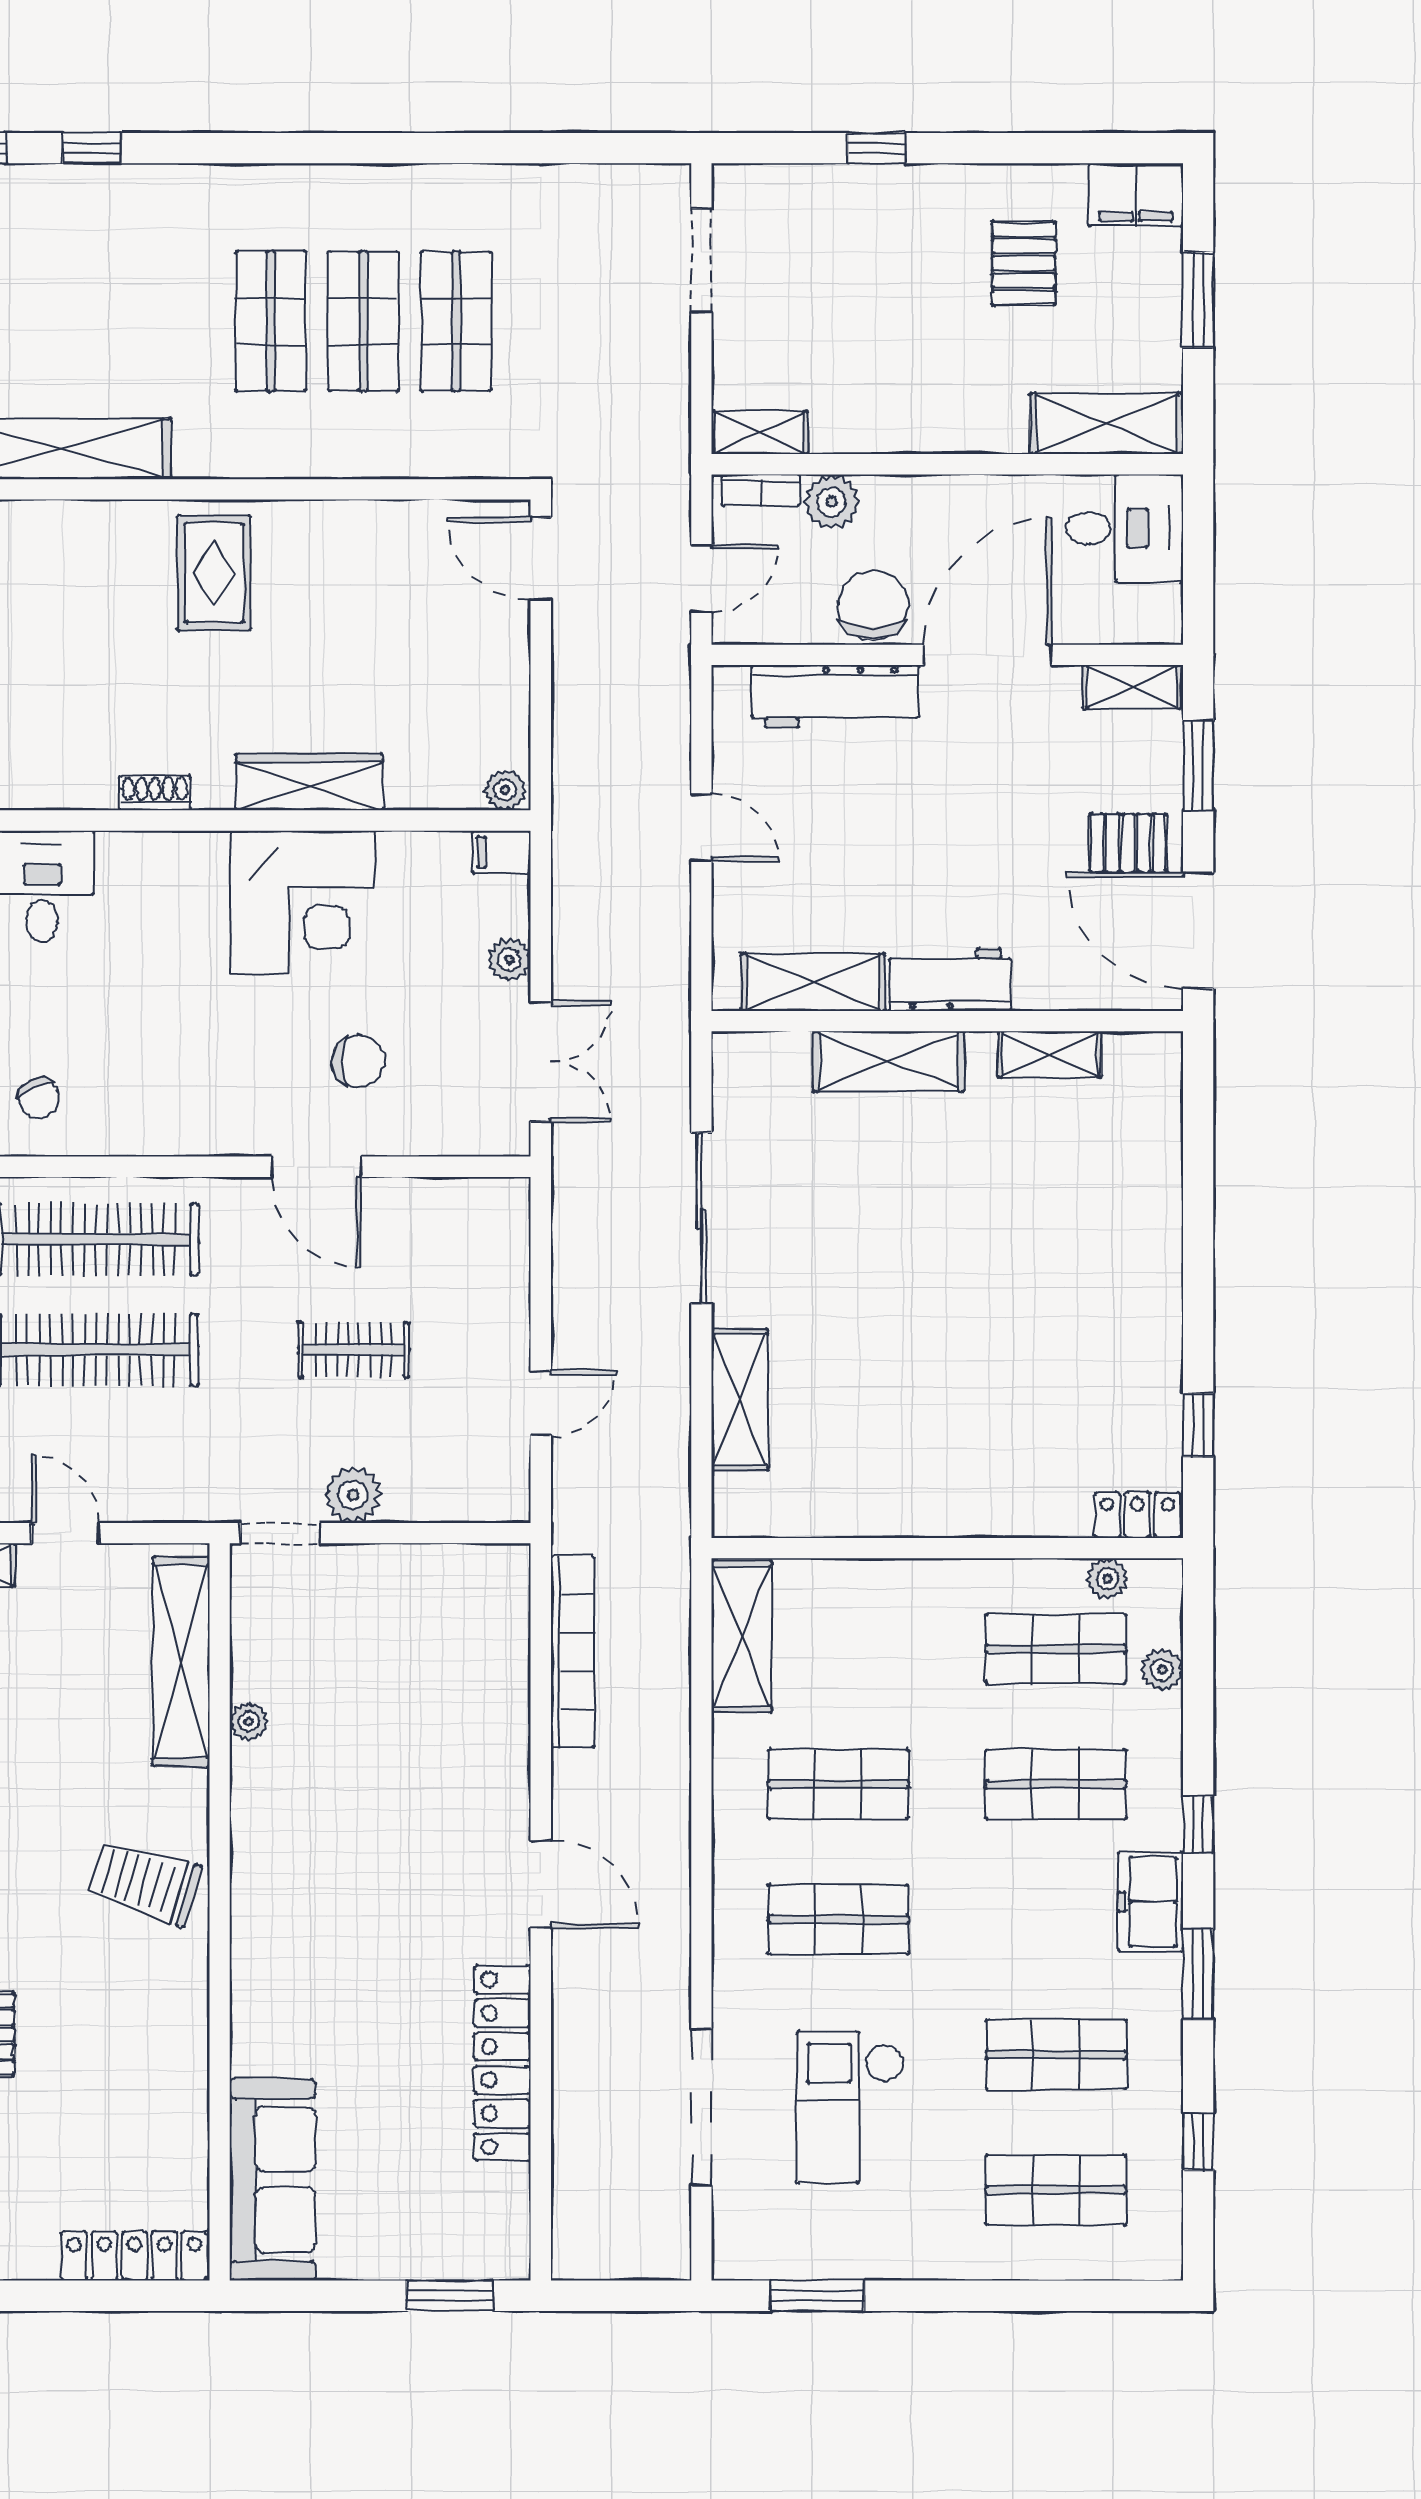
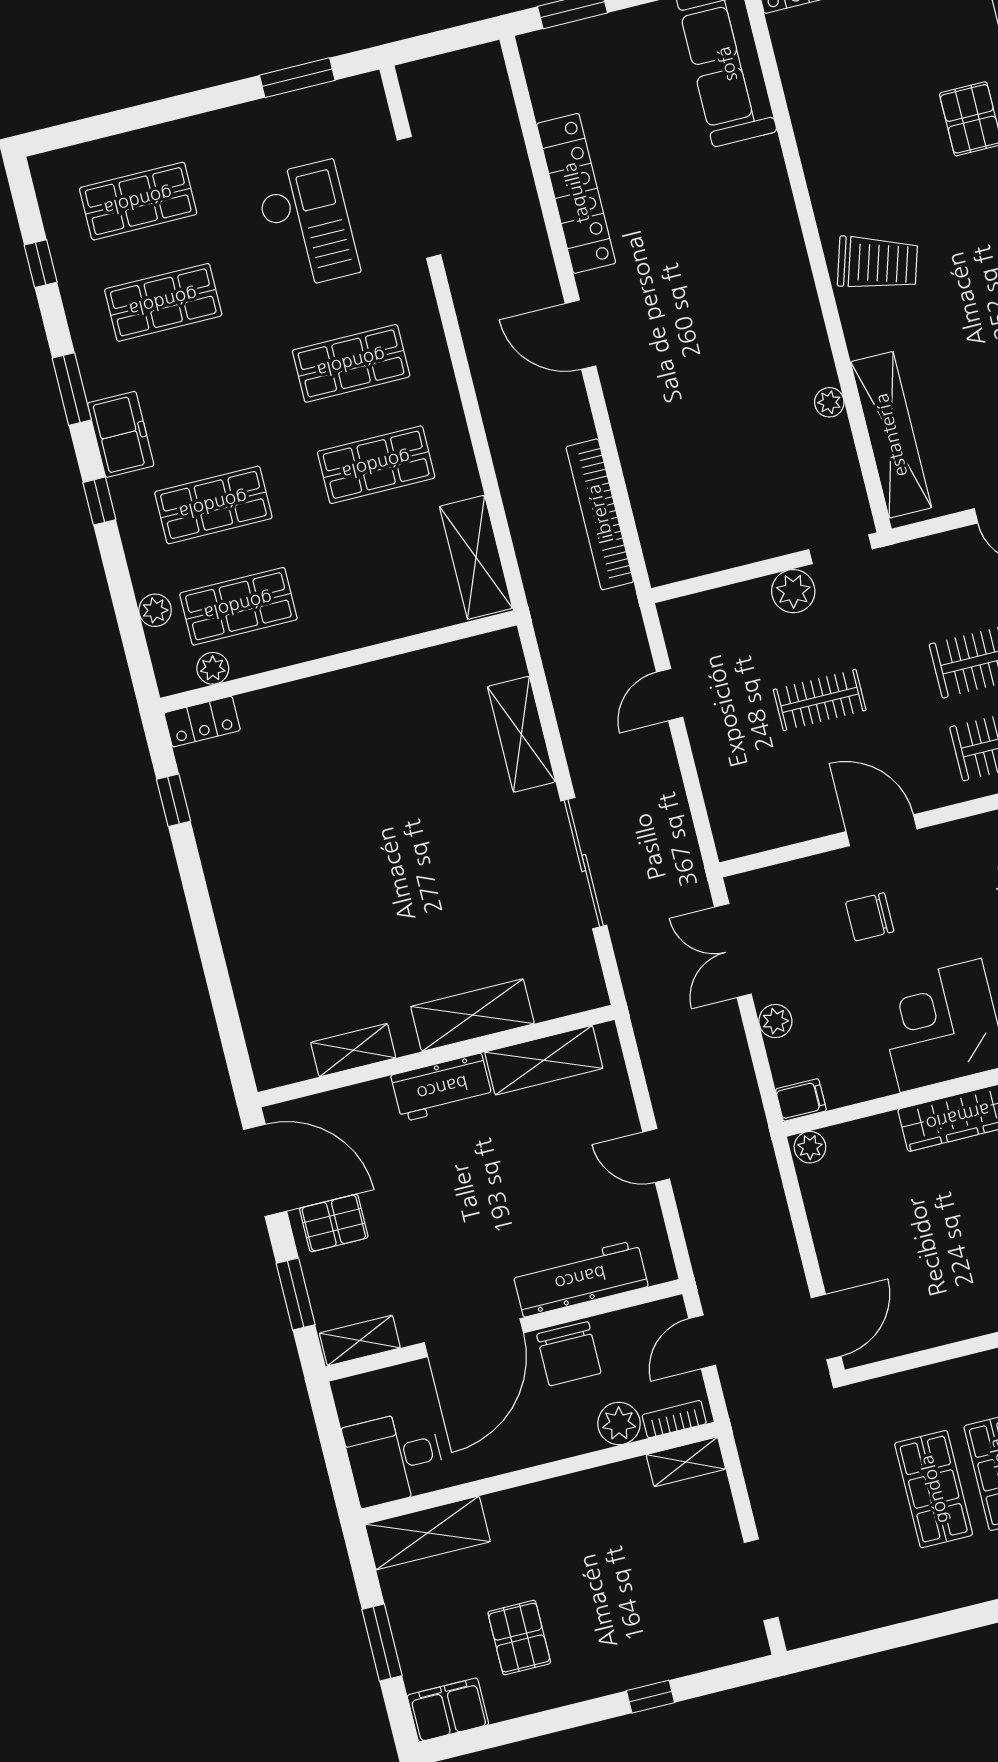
door: (541, 559) -> (826, 1327), hinge flipped

